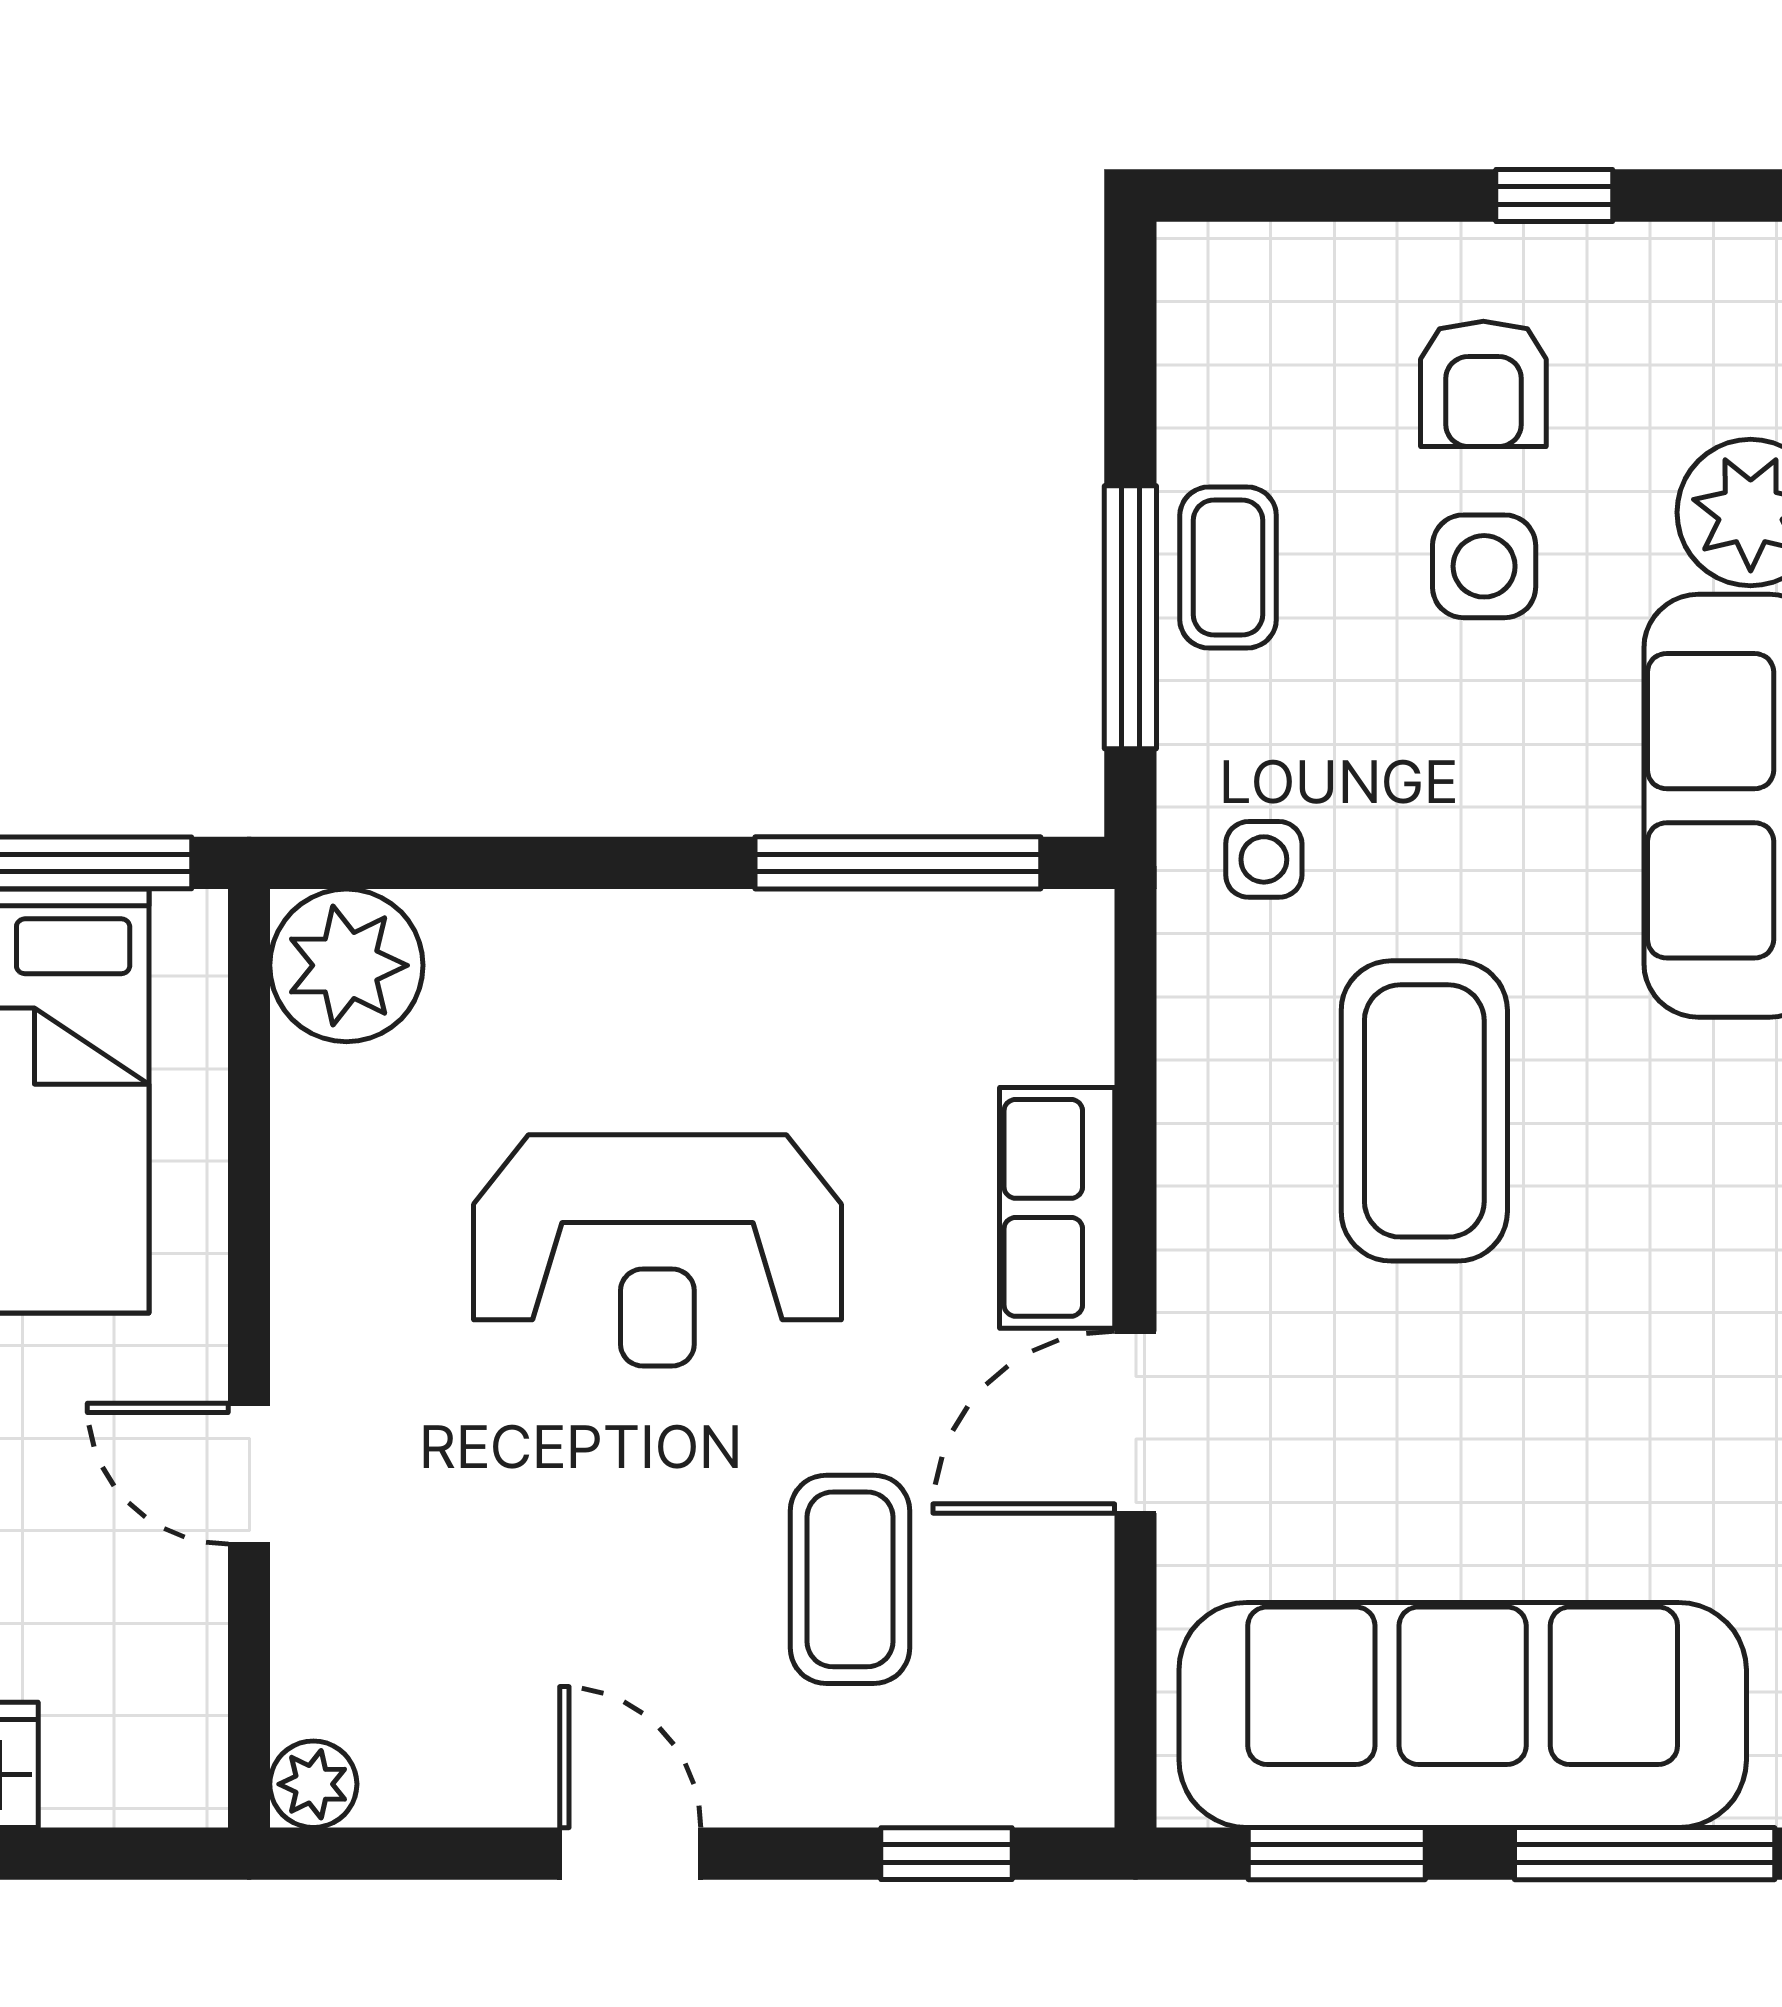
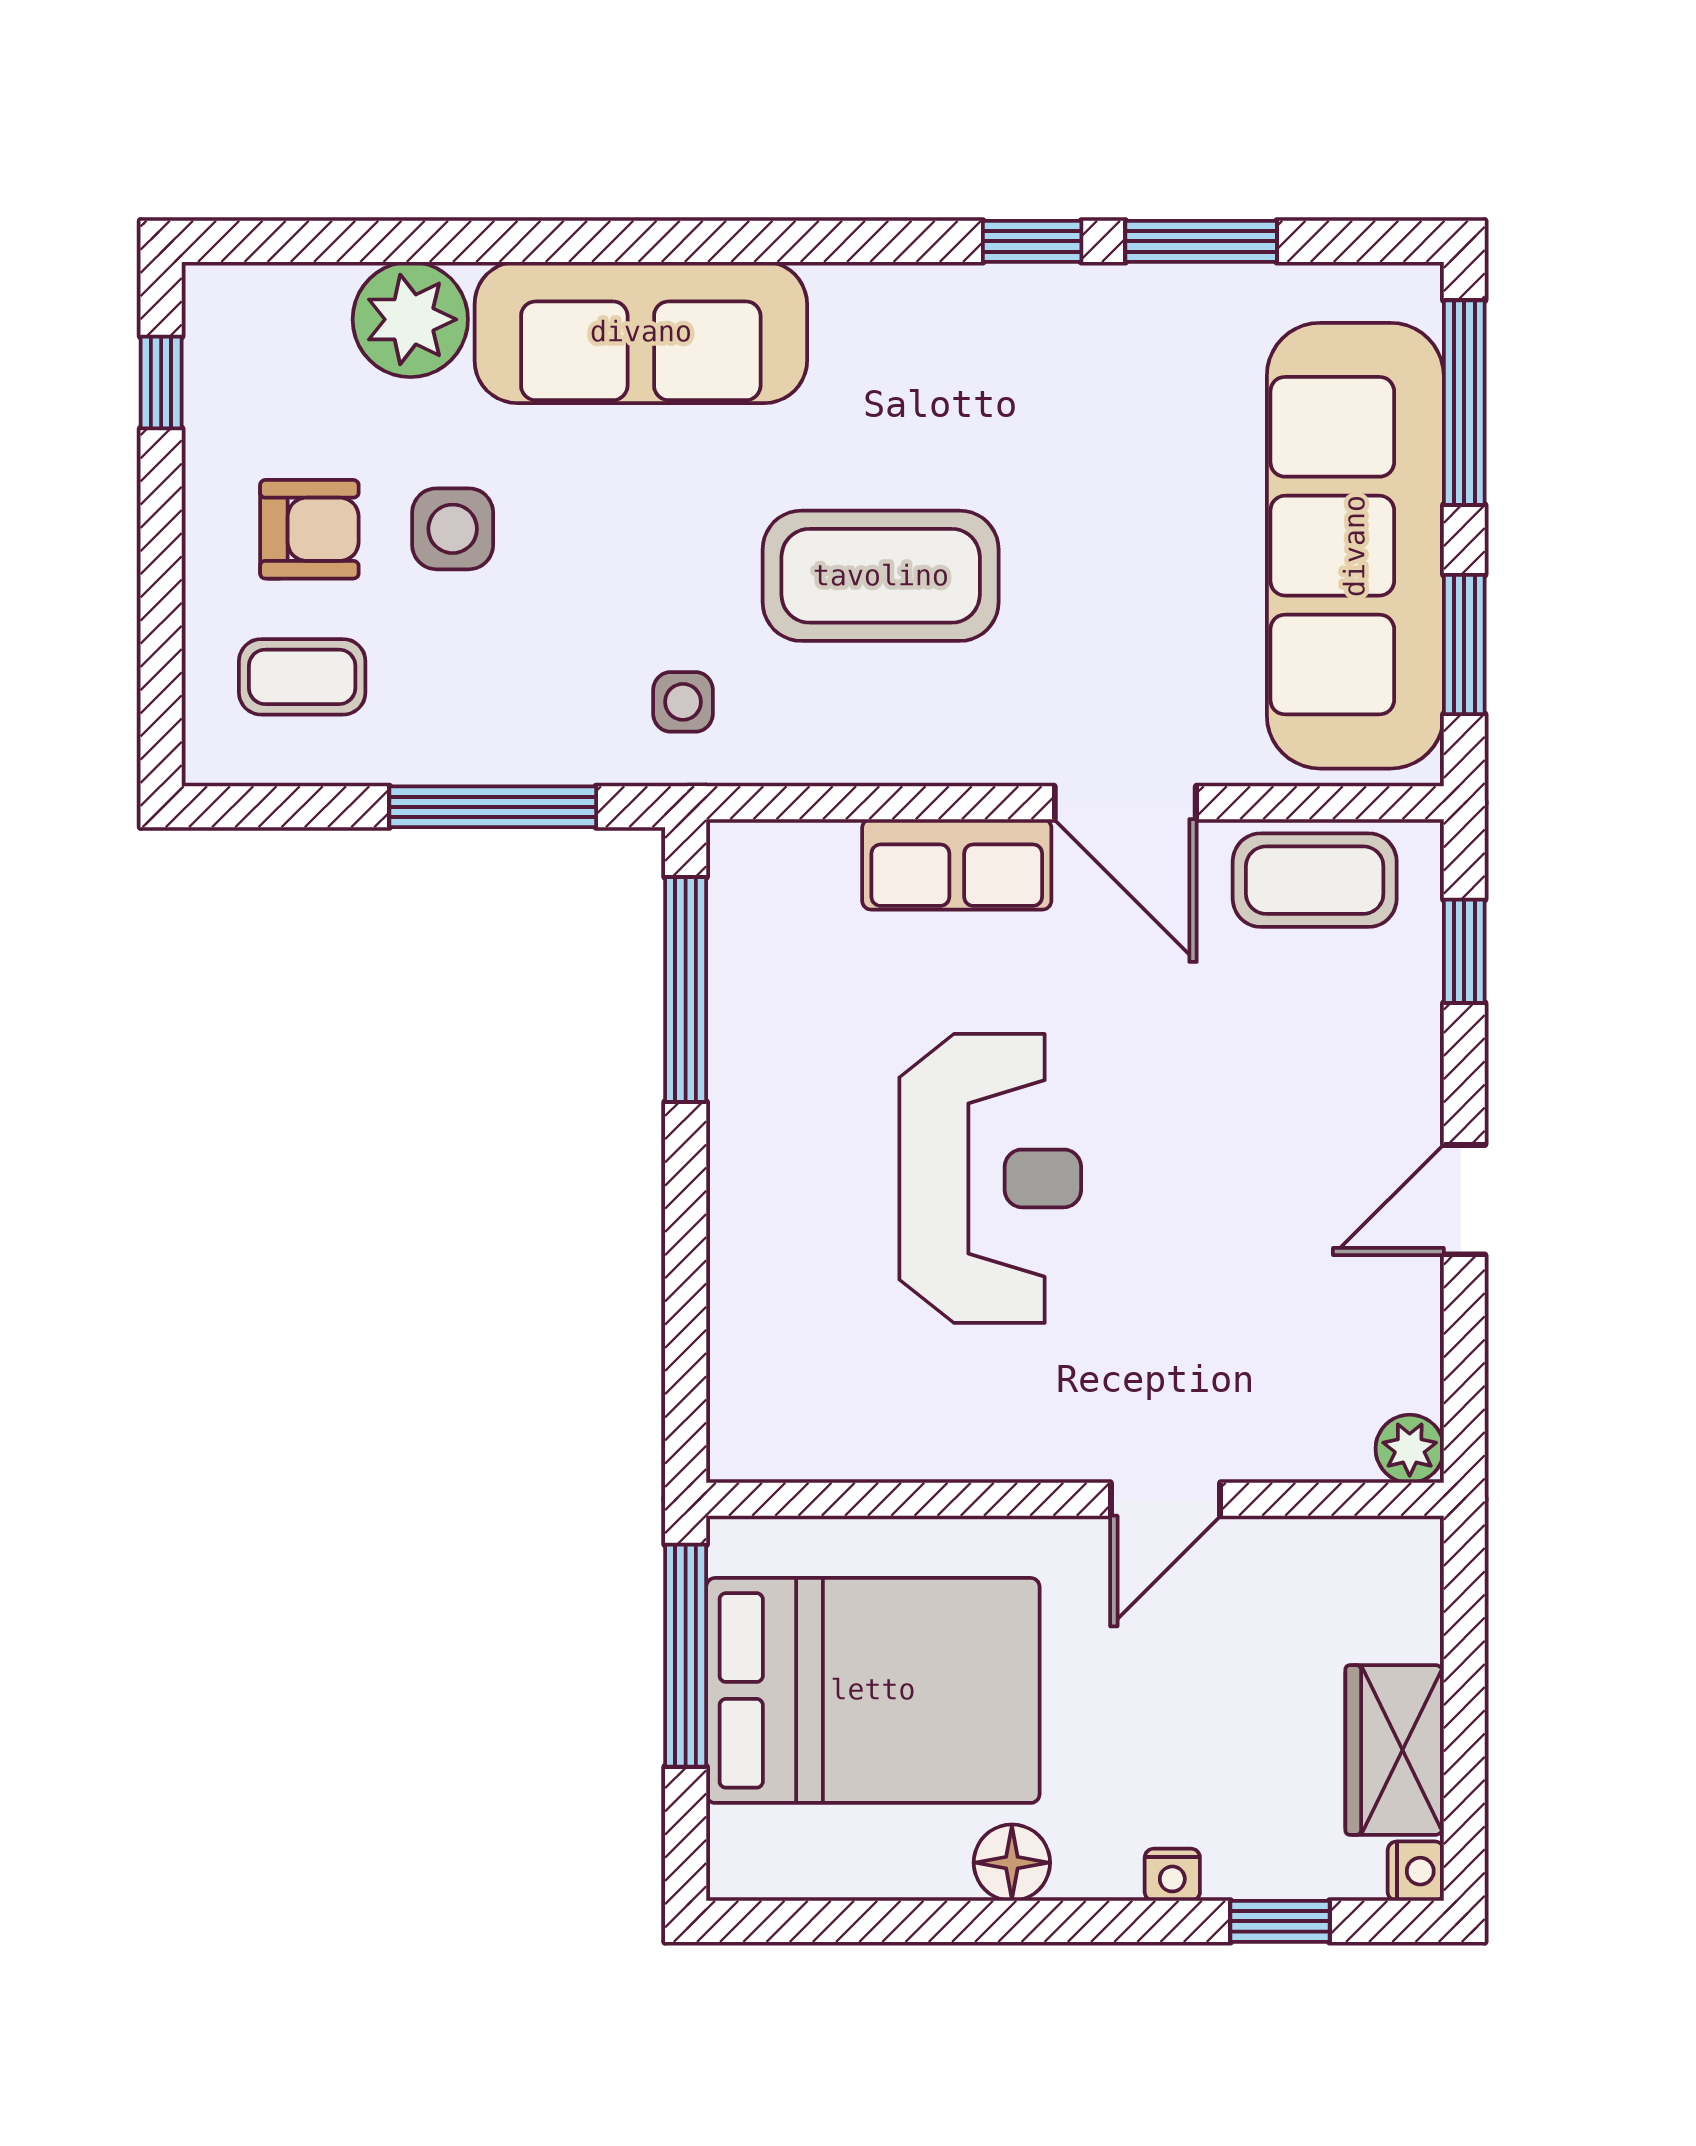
window: (1554, 195) -> (161, 383), moved
coffee table: (1228, 568) -> (302, 677), moved
plant: (346, 965) -> (766, 1423), removed
coffee table: (850, 1579) -> (1315, 880), moved

